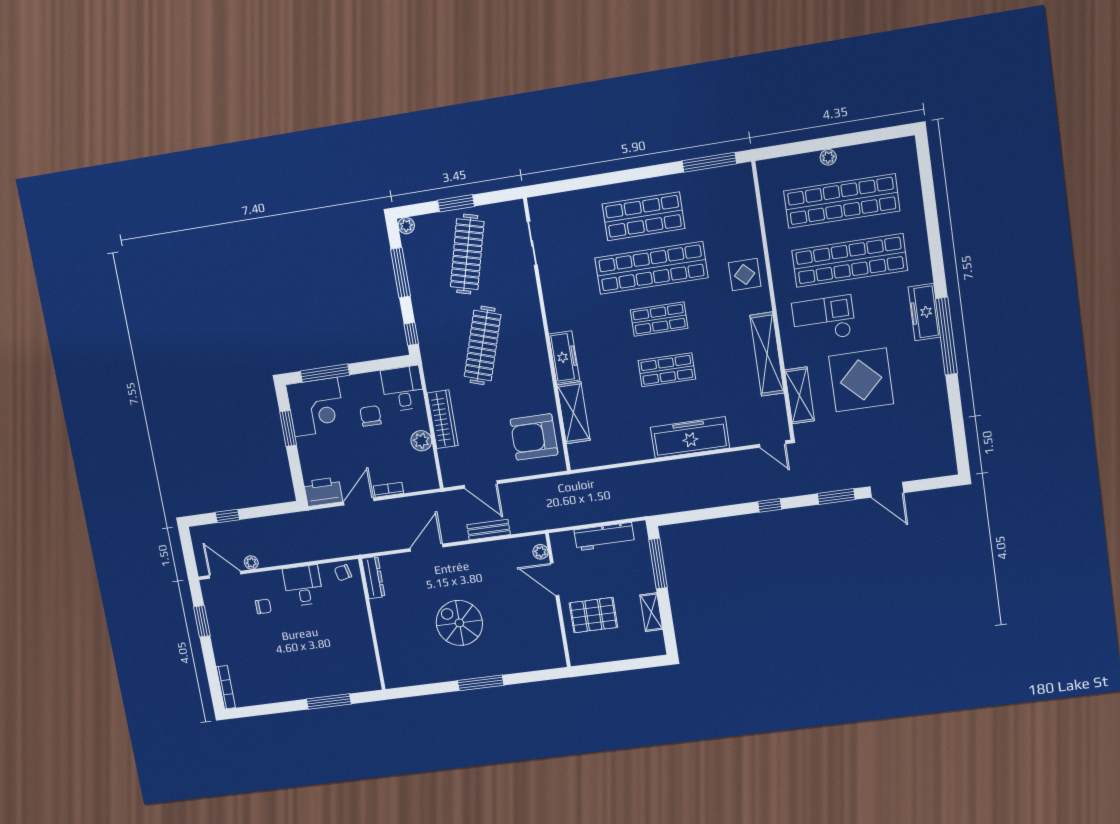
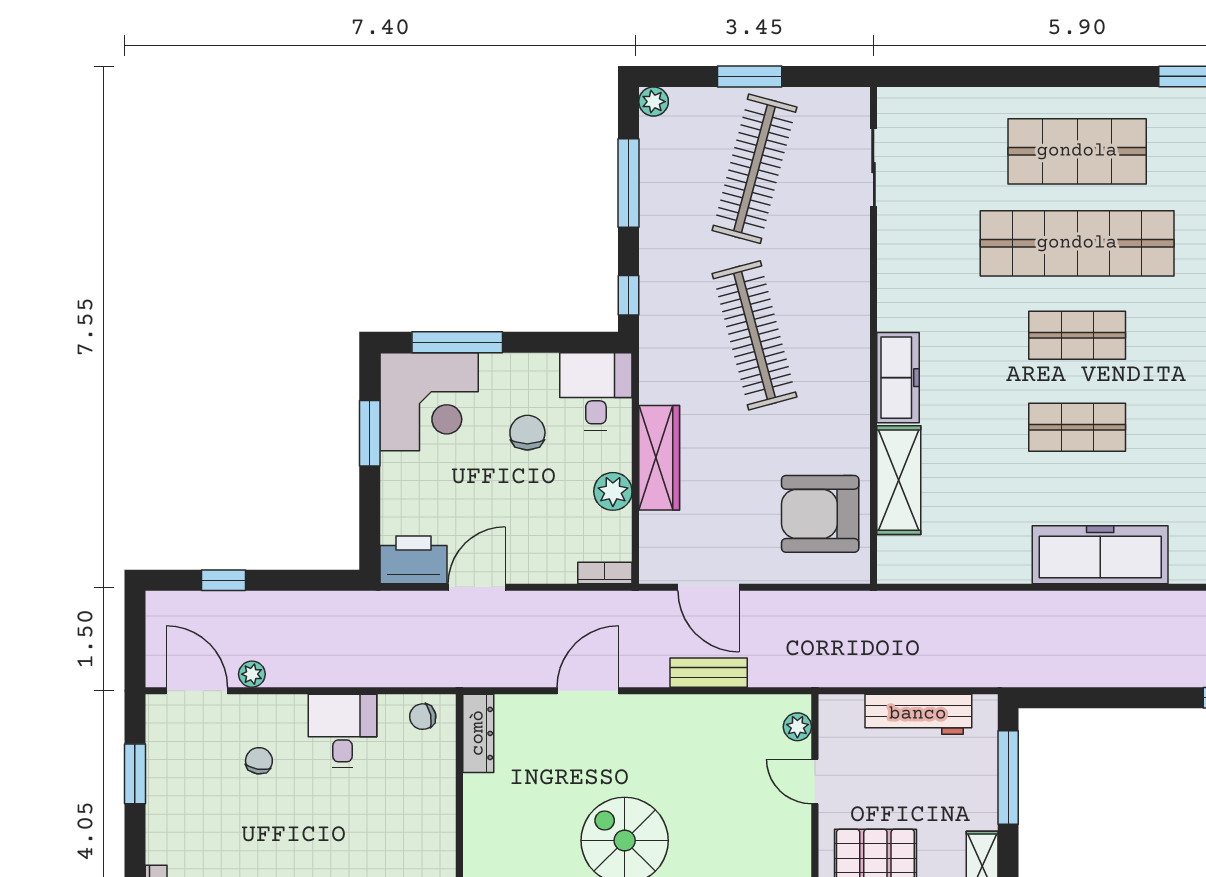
clothes rail: (483, 346) -> (754, 335), turned -33
bookcase: (389, 490) -> (605, 573), moved
door: (555, 579) -> (815, 781), width x0.73
chair: (263, 606) -> (259, 761), turned -81

